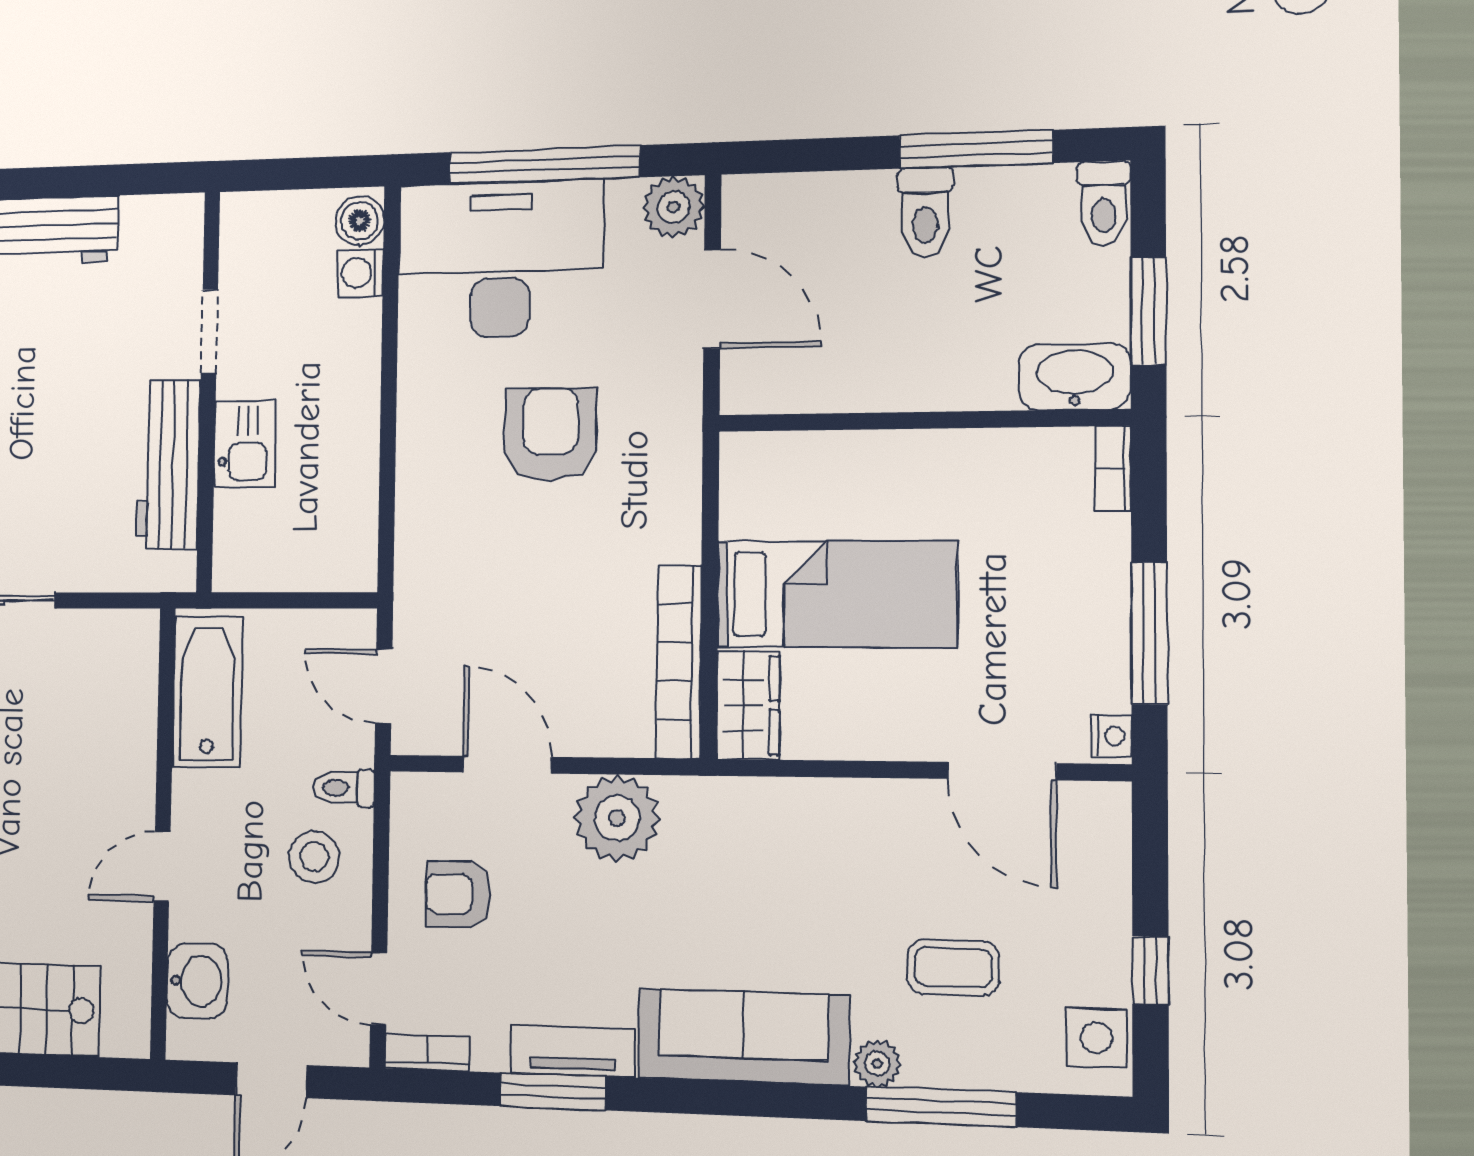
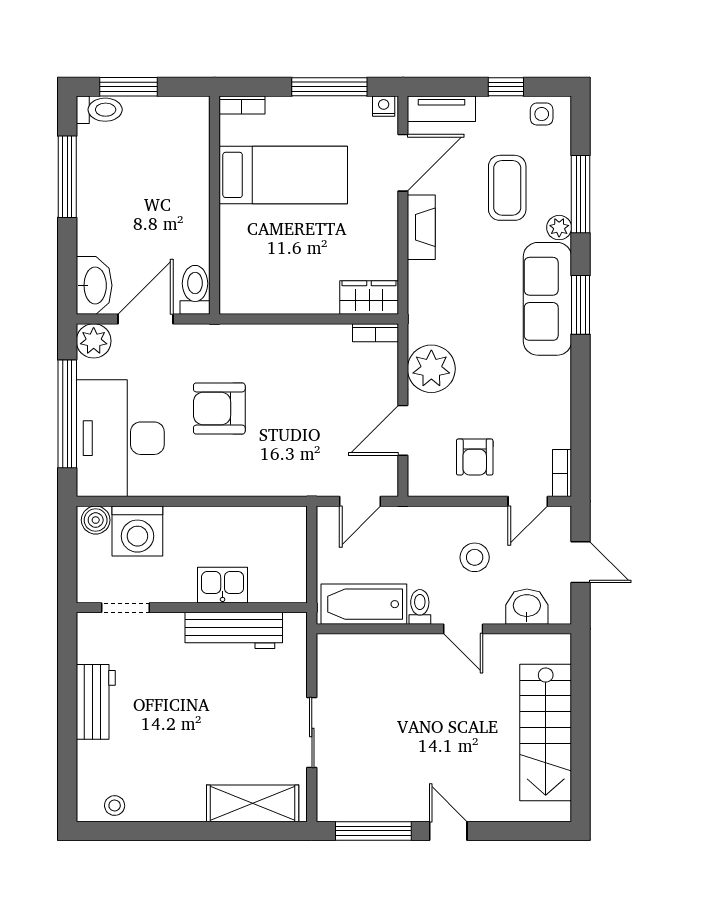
toilet: (925, 212) -> (195, 290), moved, turned -90
washing machine: (360, 273) -> (137, 531), width x1.89, depth x1.89
window: (1148, 311) -> (129, 87), moved
doorway: (209, 331) -> (125, 608), moved
washbasin: (1075, 377) -> (94, 285), moved, turned 180
bed: (836, 594) -> (283, 175), moved, turned 90
bookcase: (679, 662) -> (376, 333), width x0.43, depth x0.76
toilet: (344, 788) -> (420, 607), moved, turned 180
fireplace: (879, 804) -> (421, 227), added
stool: (315, 857) -> (475, 557), moved
coffee table: (953, 967) -> (507, 188), width x1.36, depth x1.30
side table: (1096, 1038) -> (542, 114), width x0.73, depth x0.73
tv unit: (573, 1051) -> (441, 109), moved, turned -90
window: (553, 1091) -> (581, 305), moved

